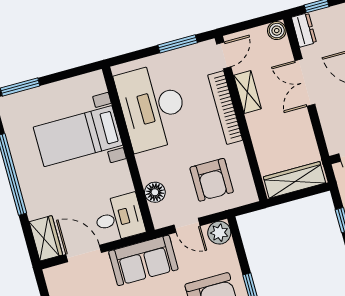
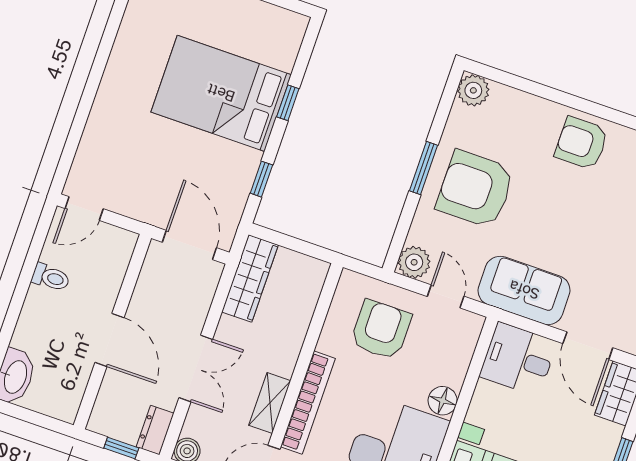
wardrobe: (294, 180) -> (250, 278), moved, turned -90
floor lamp: (155, 192) -> (443, 401), moved

